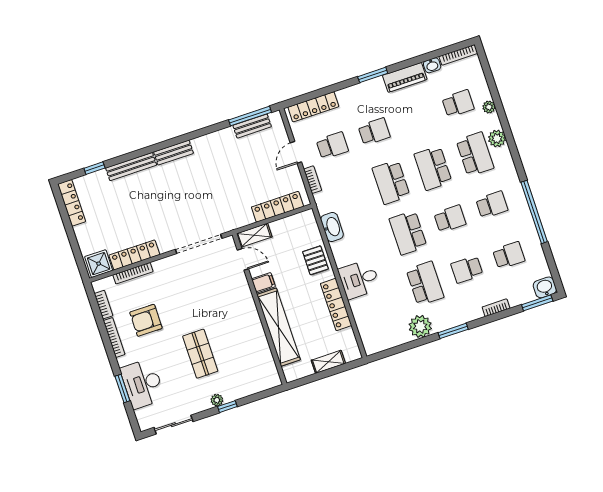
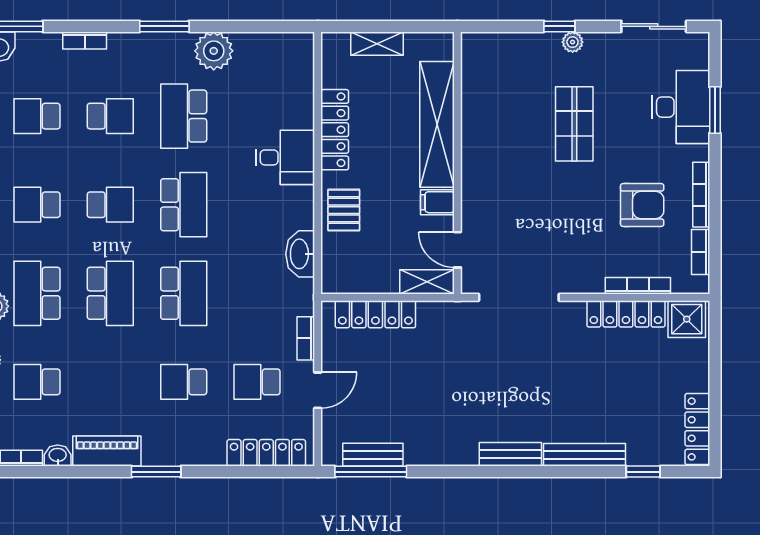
school desk: (450, 219) -> (110, 205), turned 180

